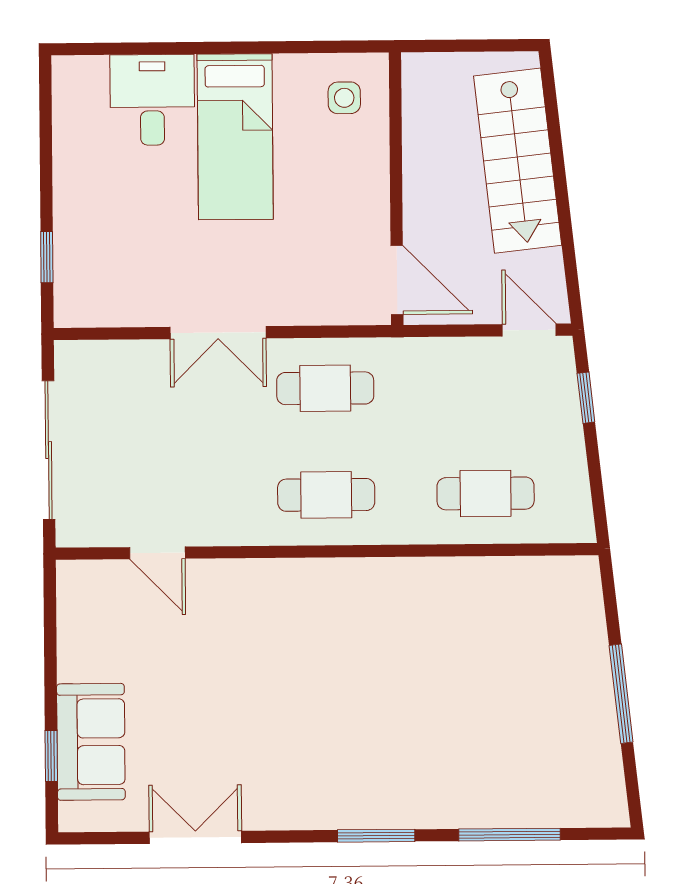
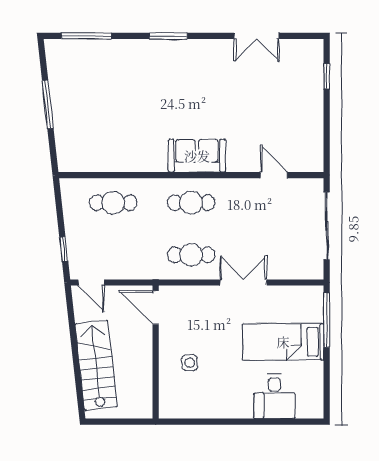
side table: (344, 98) -> (190, 363), moved
bed: (235, 137) -> (283, 342), moved, turned -90
window: (47, 257) -> (327, 320), width x2.17
sofa: (91, 742) -> (197, 156), moved, turned 90
window: (509, 835) -> (86, 36), moved

